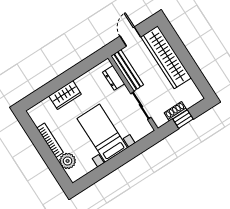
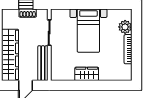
dresser: (114, 78) -> (56, 64), removed
wardrobe: (65, 95) -> (87, 74), moved

